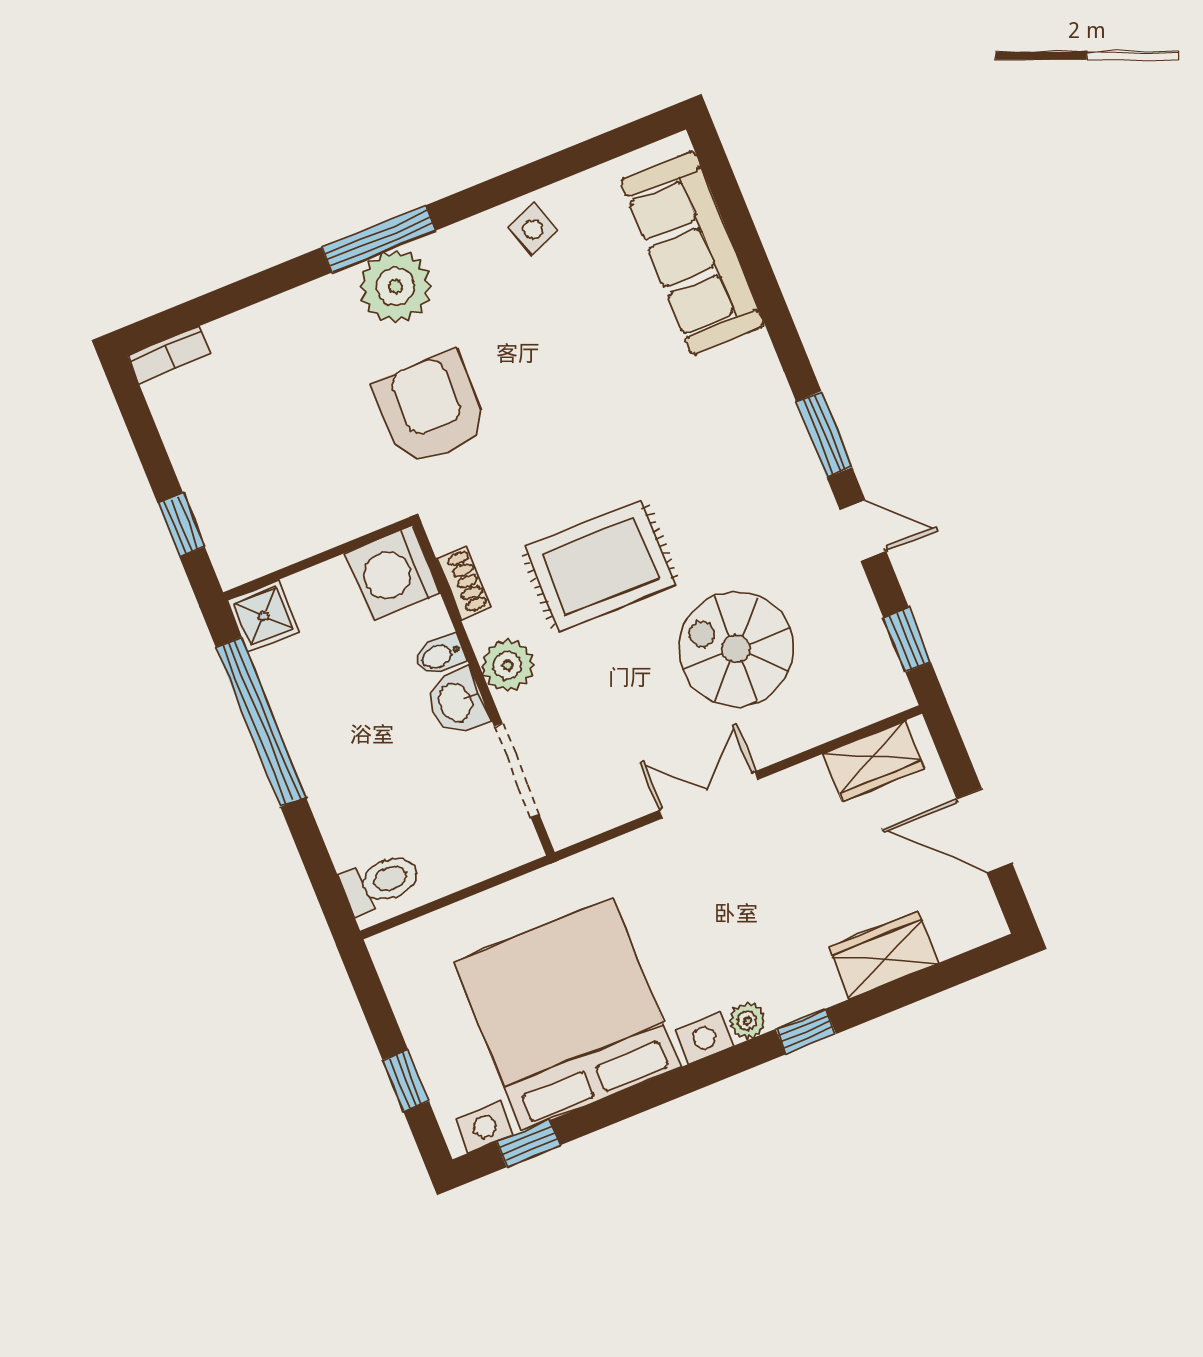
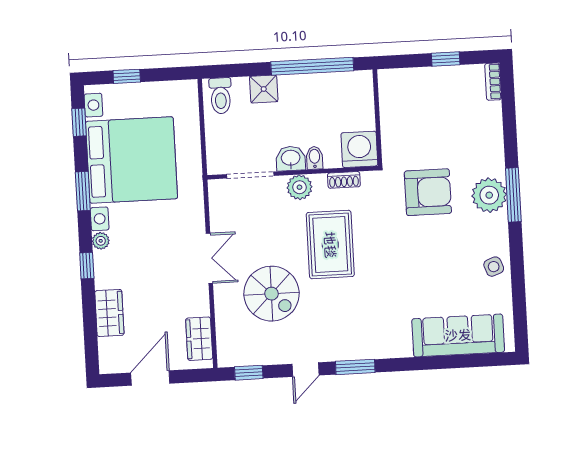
window: (181, 525) -> (446, 59), moved
shower: (263, 616) -> (264, 89), moved
spiral stairs: (736, 649) -> (272, 294), turned 90
window: (661, 1090) -> (83, 191), added

